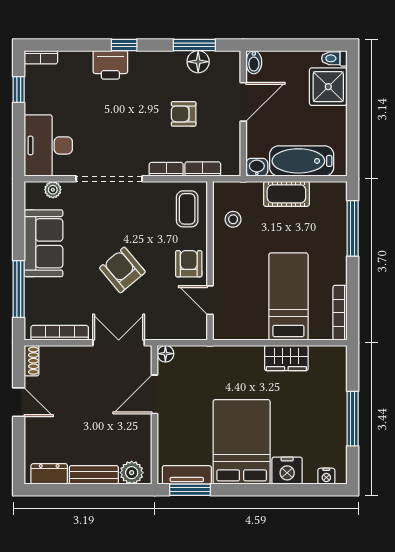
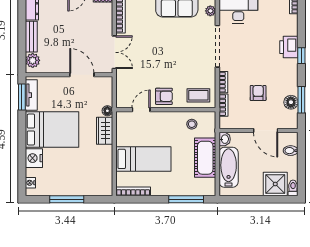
bidet: (254, 62) -> (291, 151), moved
cot: (286, 194) -> (205, 158), width x1.37, depth x1.34
armchair: (122, 270) -> (160, 55), removed
floor lamp: (165, 354) -> (107, 111), moved
wardrobe: (286, 358) -> (105, 131), moved

